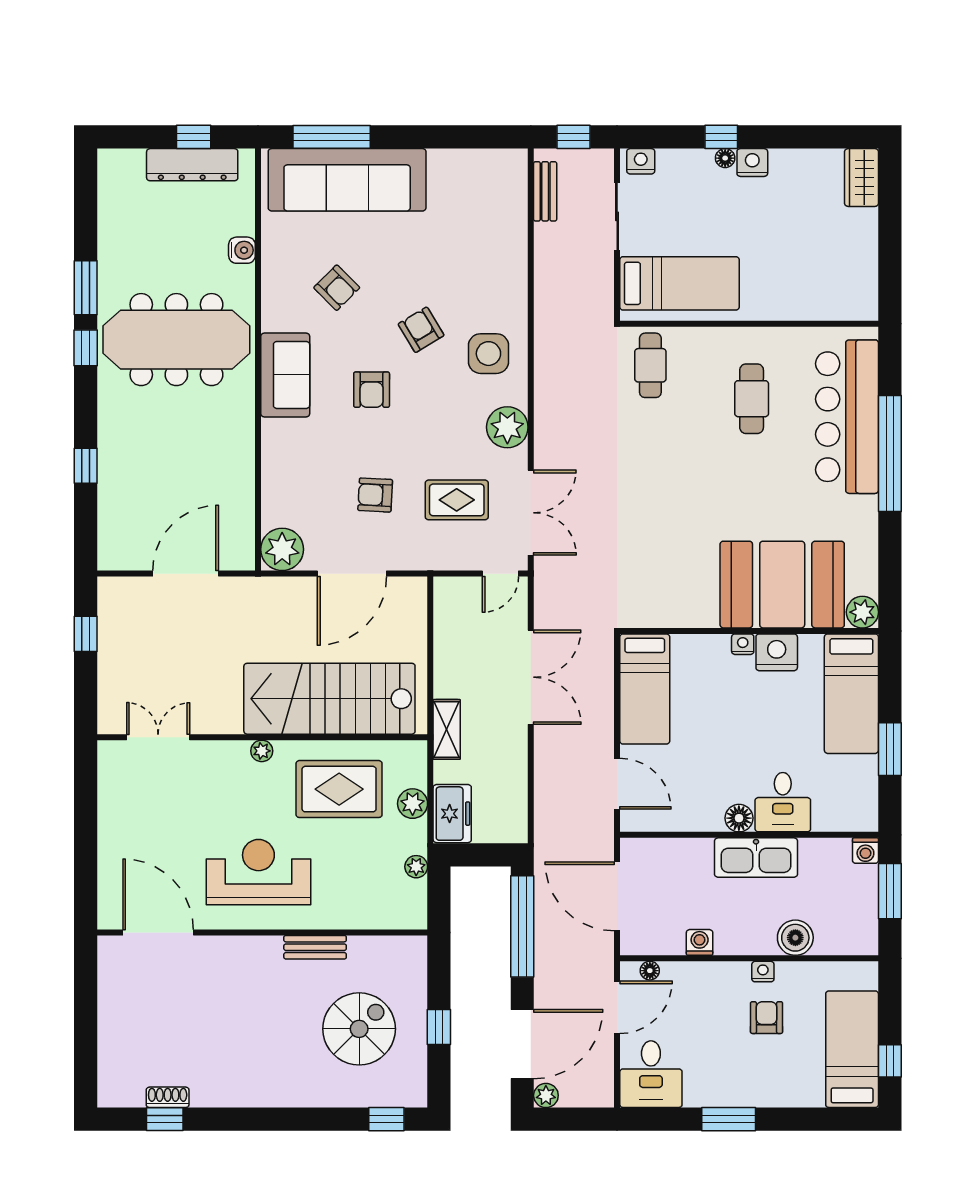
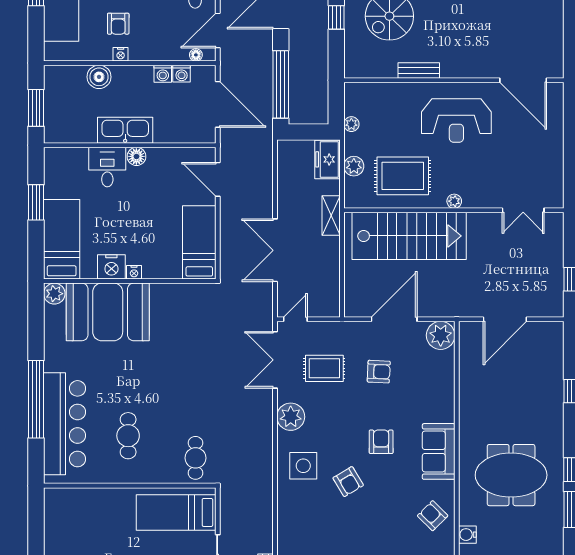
armchair: (337, 288) -> (433, 516), moved
meeting table: (176, 340) -> (511, 475), width x0.73
washing machine: (865, 851) -> (182, 74), moved, turned 180

